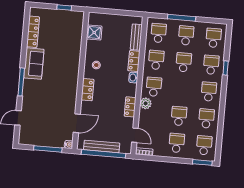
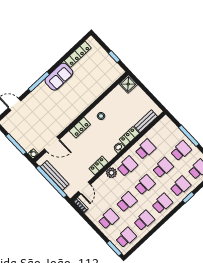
shower: (94, 33) -> (128, 84), moved
school desk: (159, 33) -> (145, 185), moved

